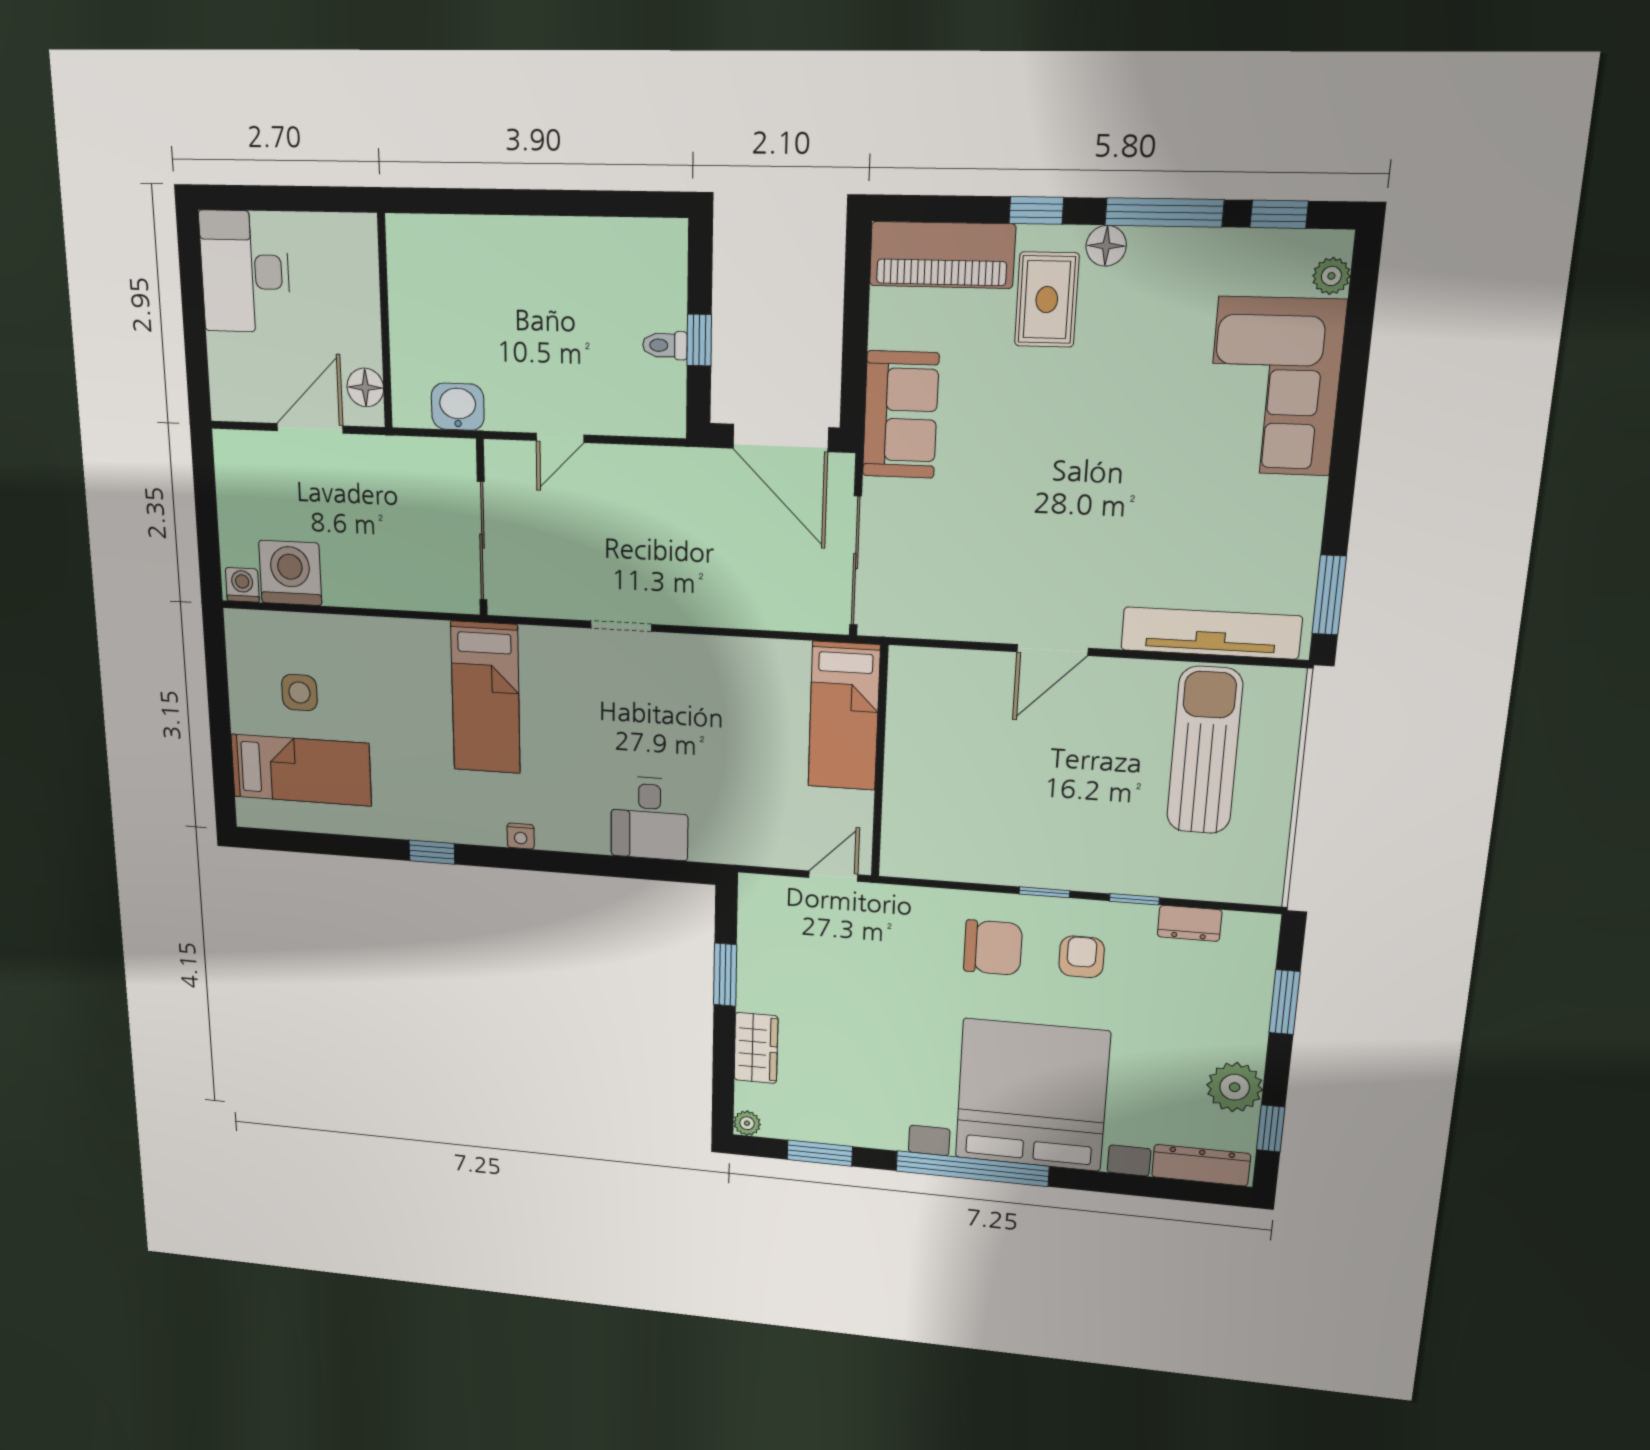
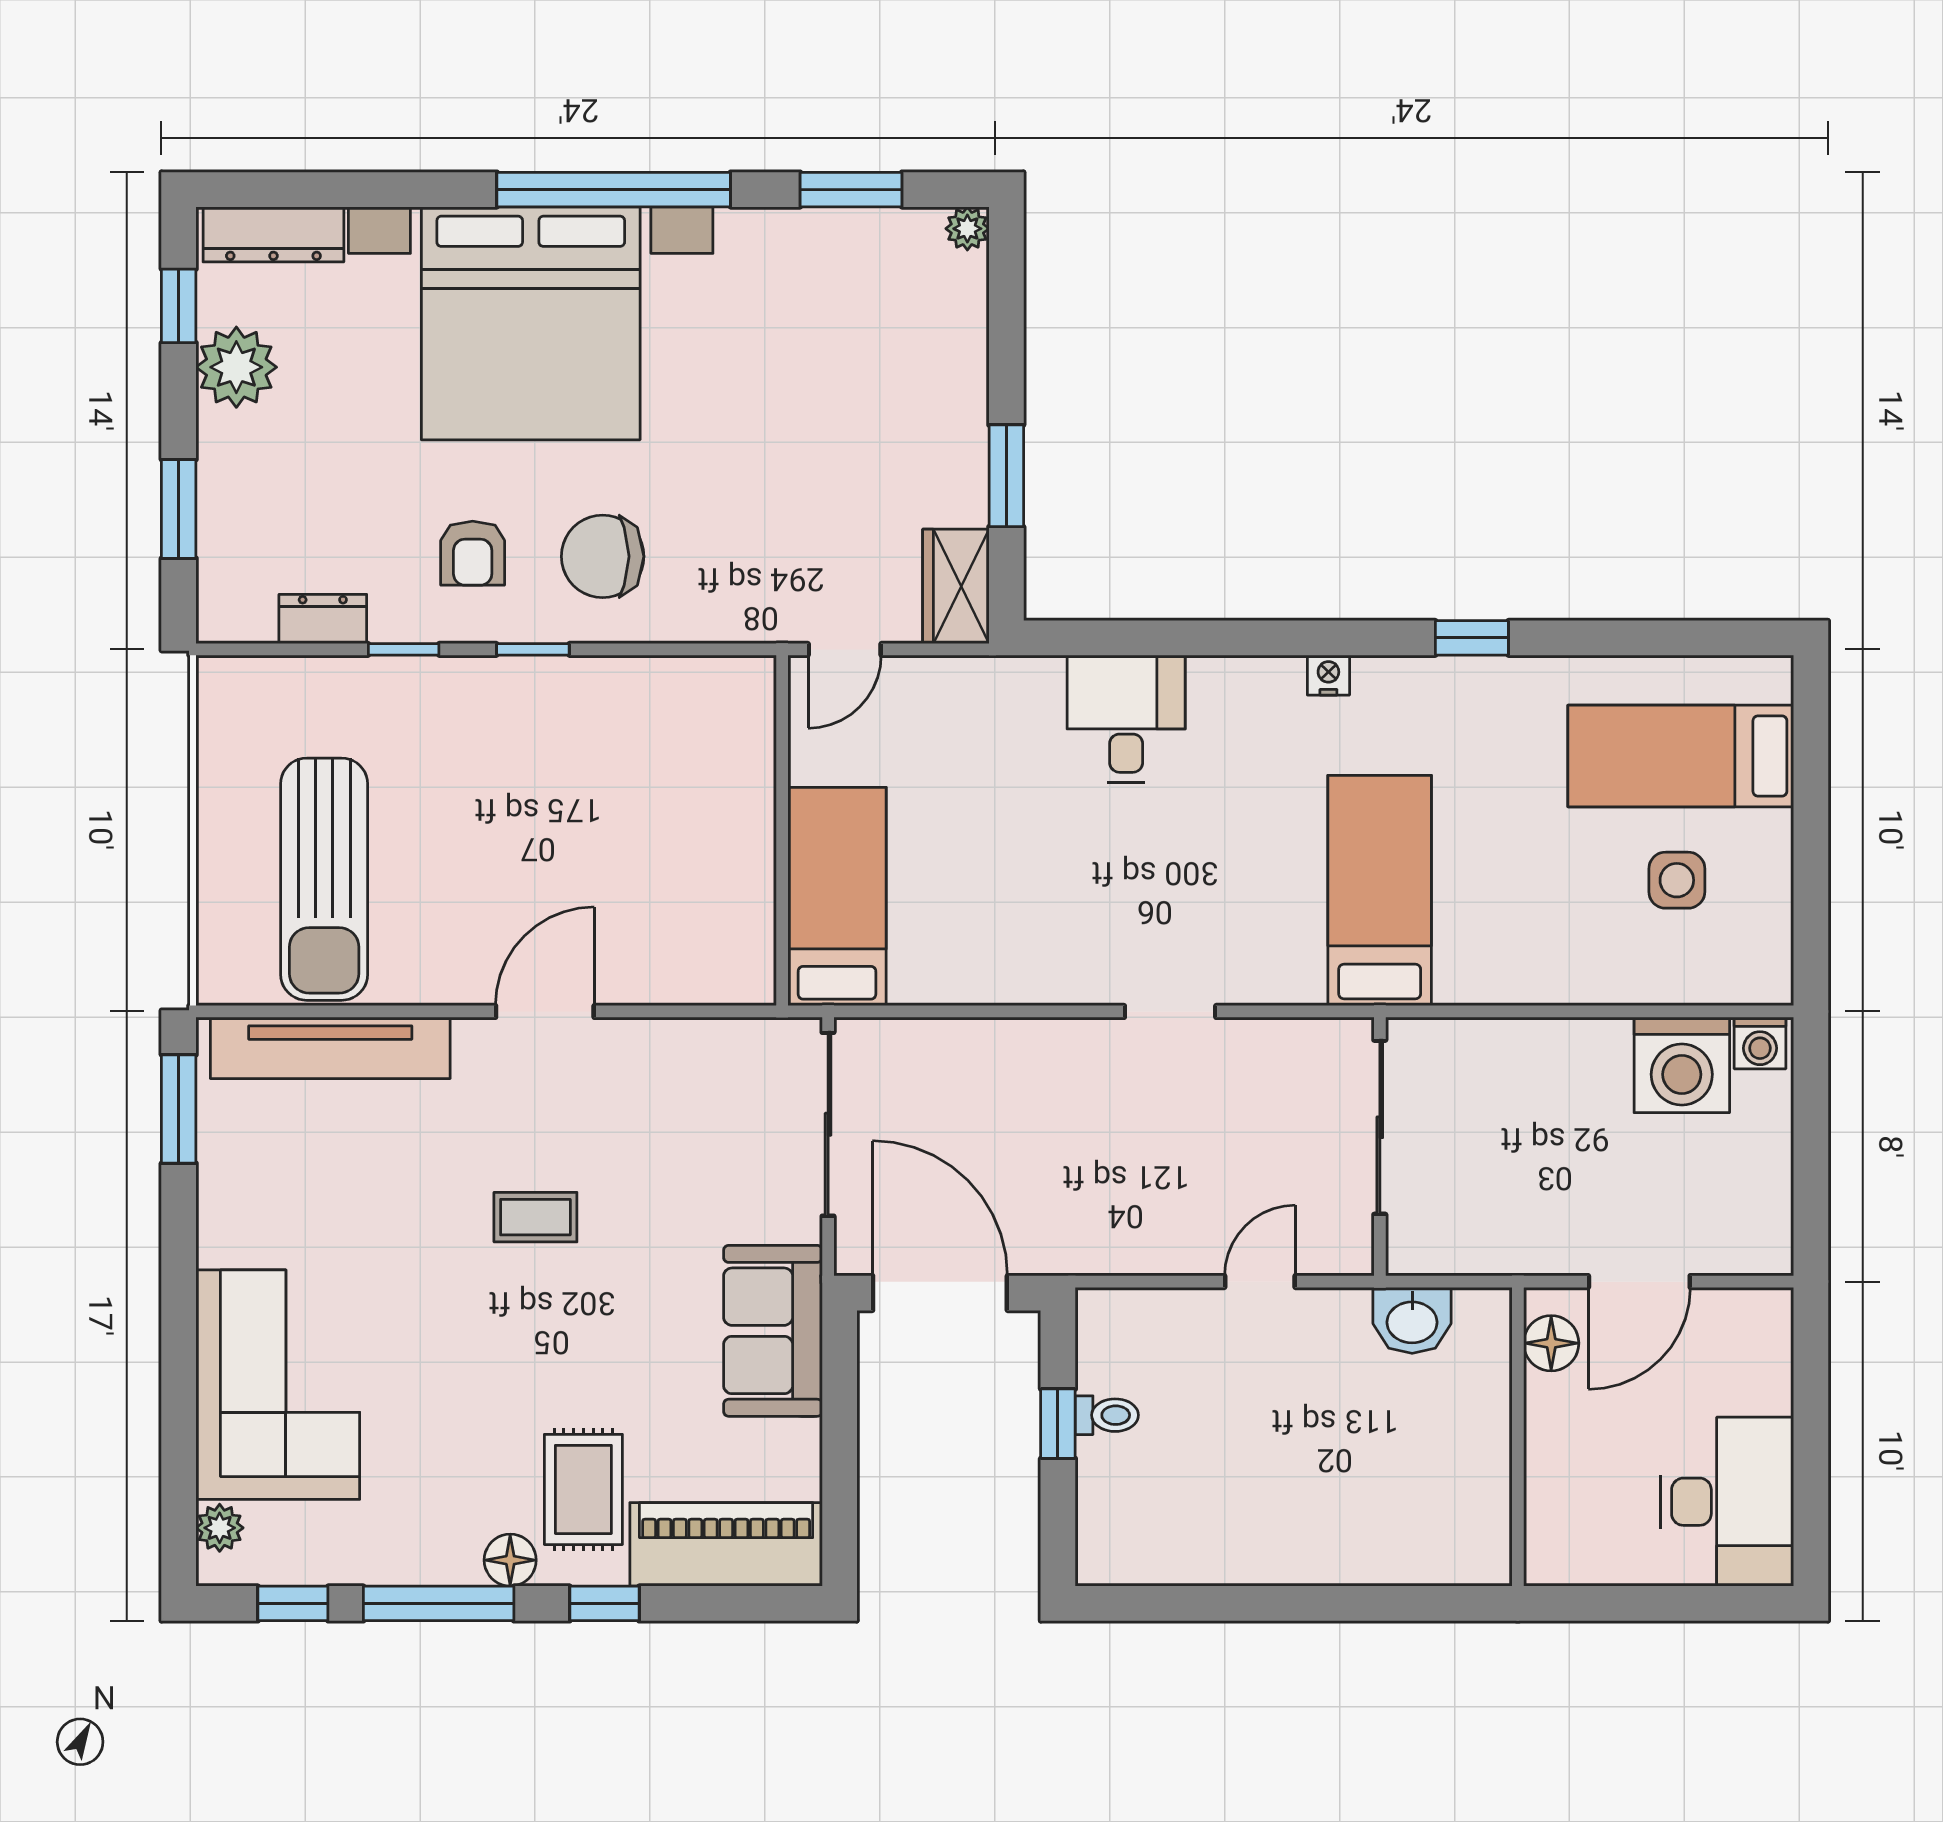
coffee table: (1069, 504) -> (535, 1217), added
wardrobe: (756, 1048) -> (956, 586), moved

